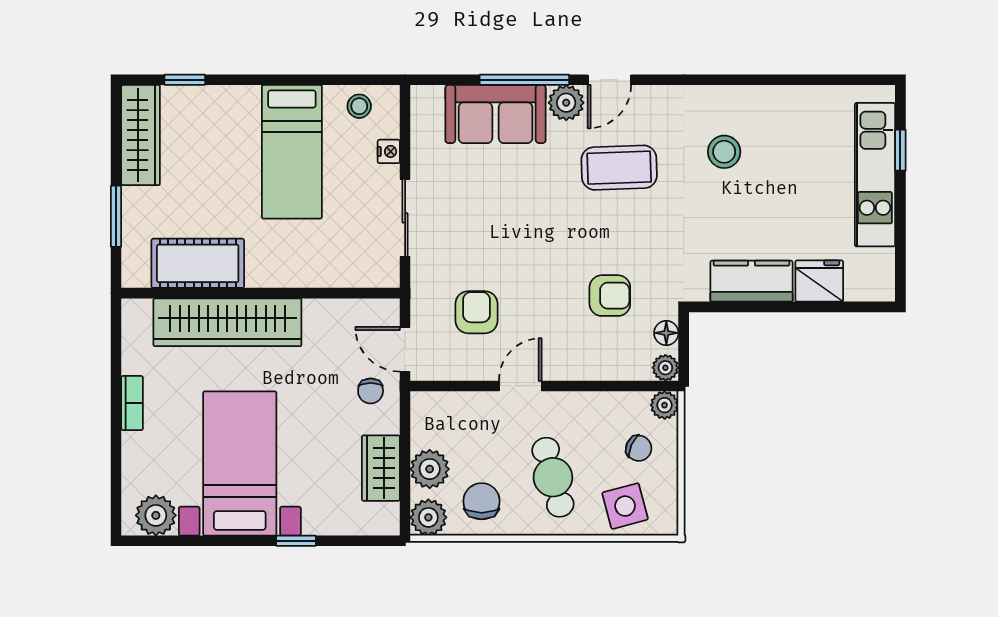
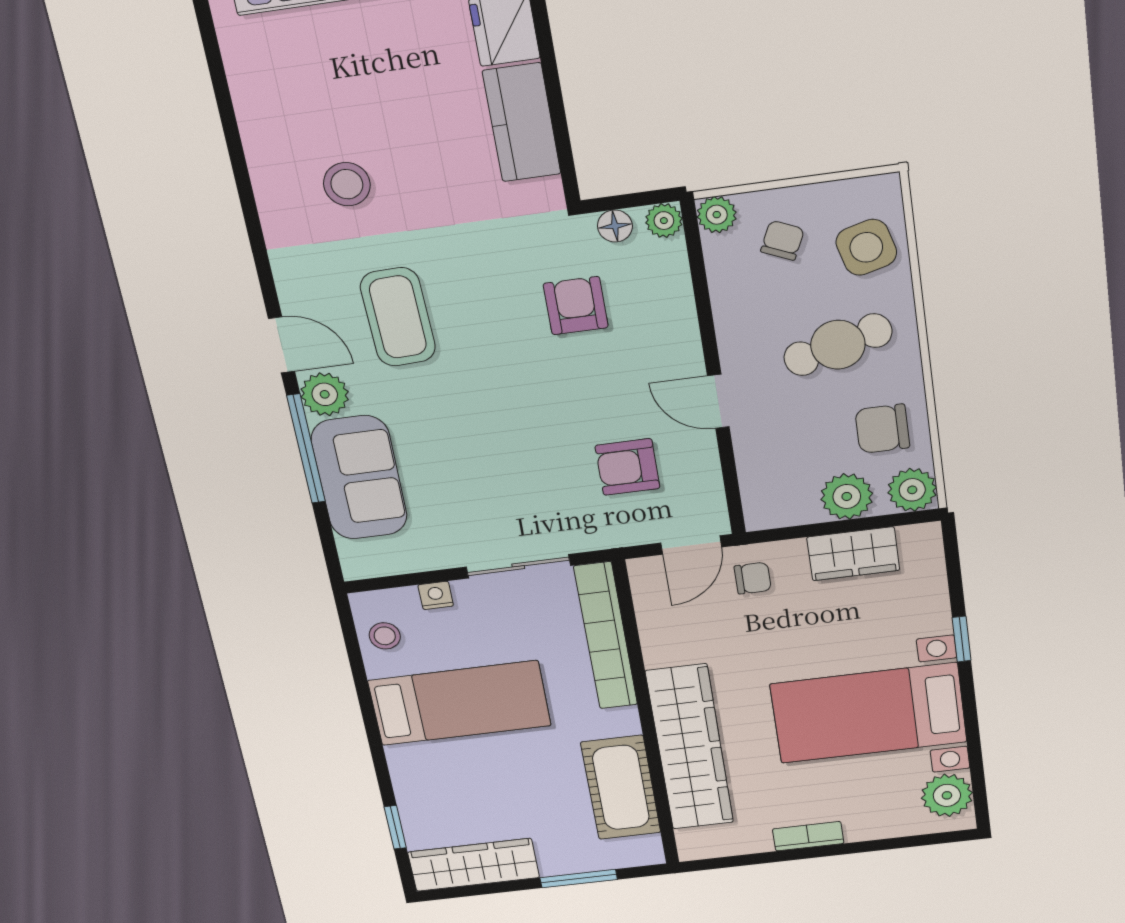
bookcase: (336, 273) -> (606, 636), added

